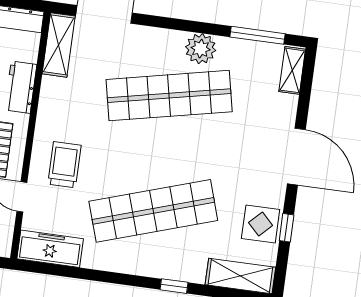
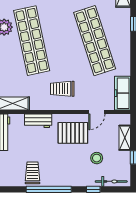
trolley: (64, 165) -> (62, 89), moved

